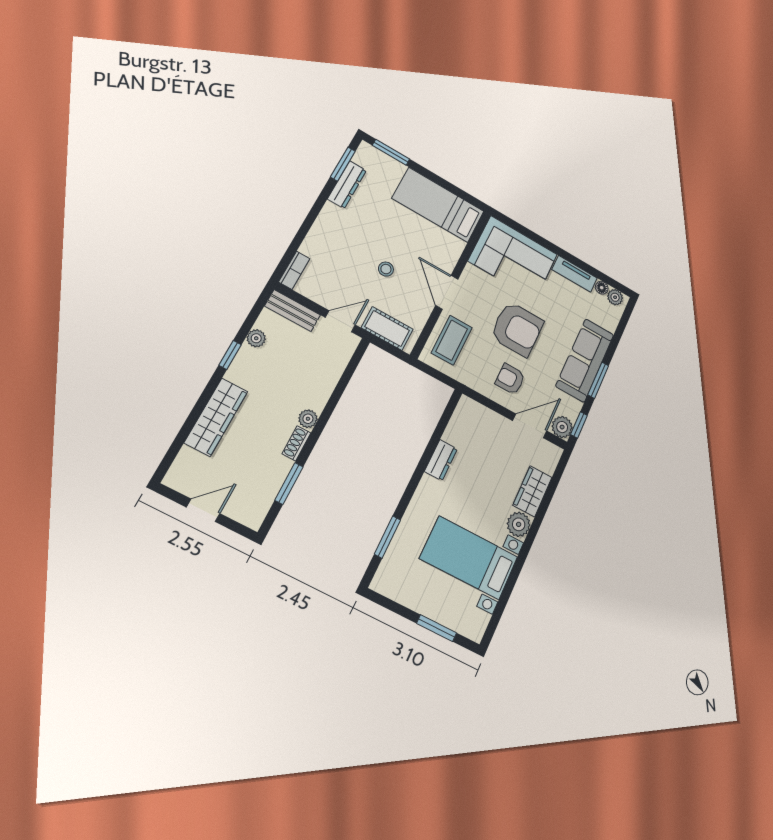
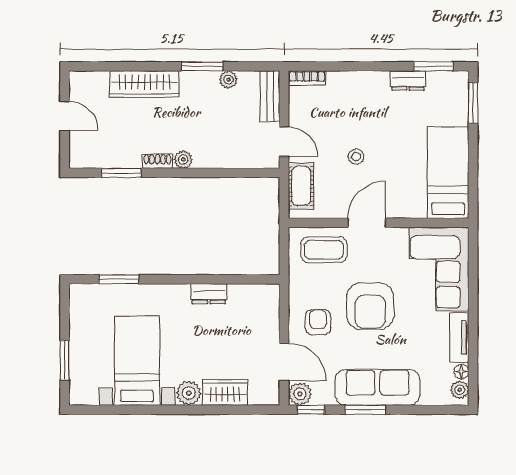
dresser: (347, 185) -> (408, 80), width x0.70
window: (230, 355) -> (202, 66), width x1.50

